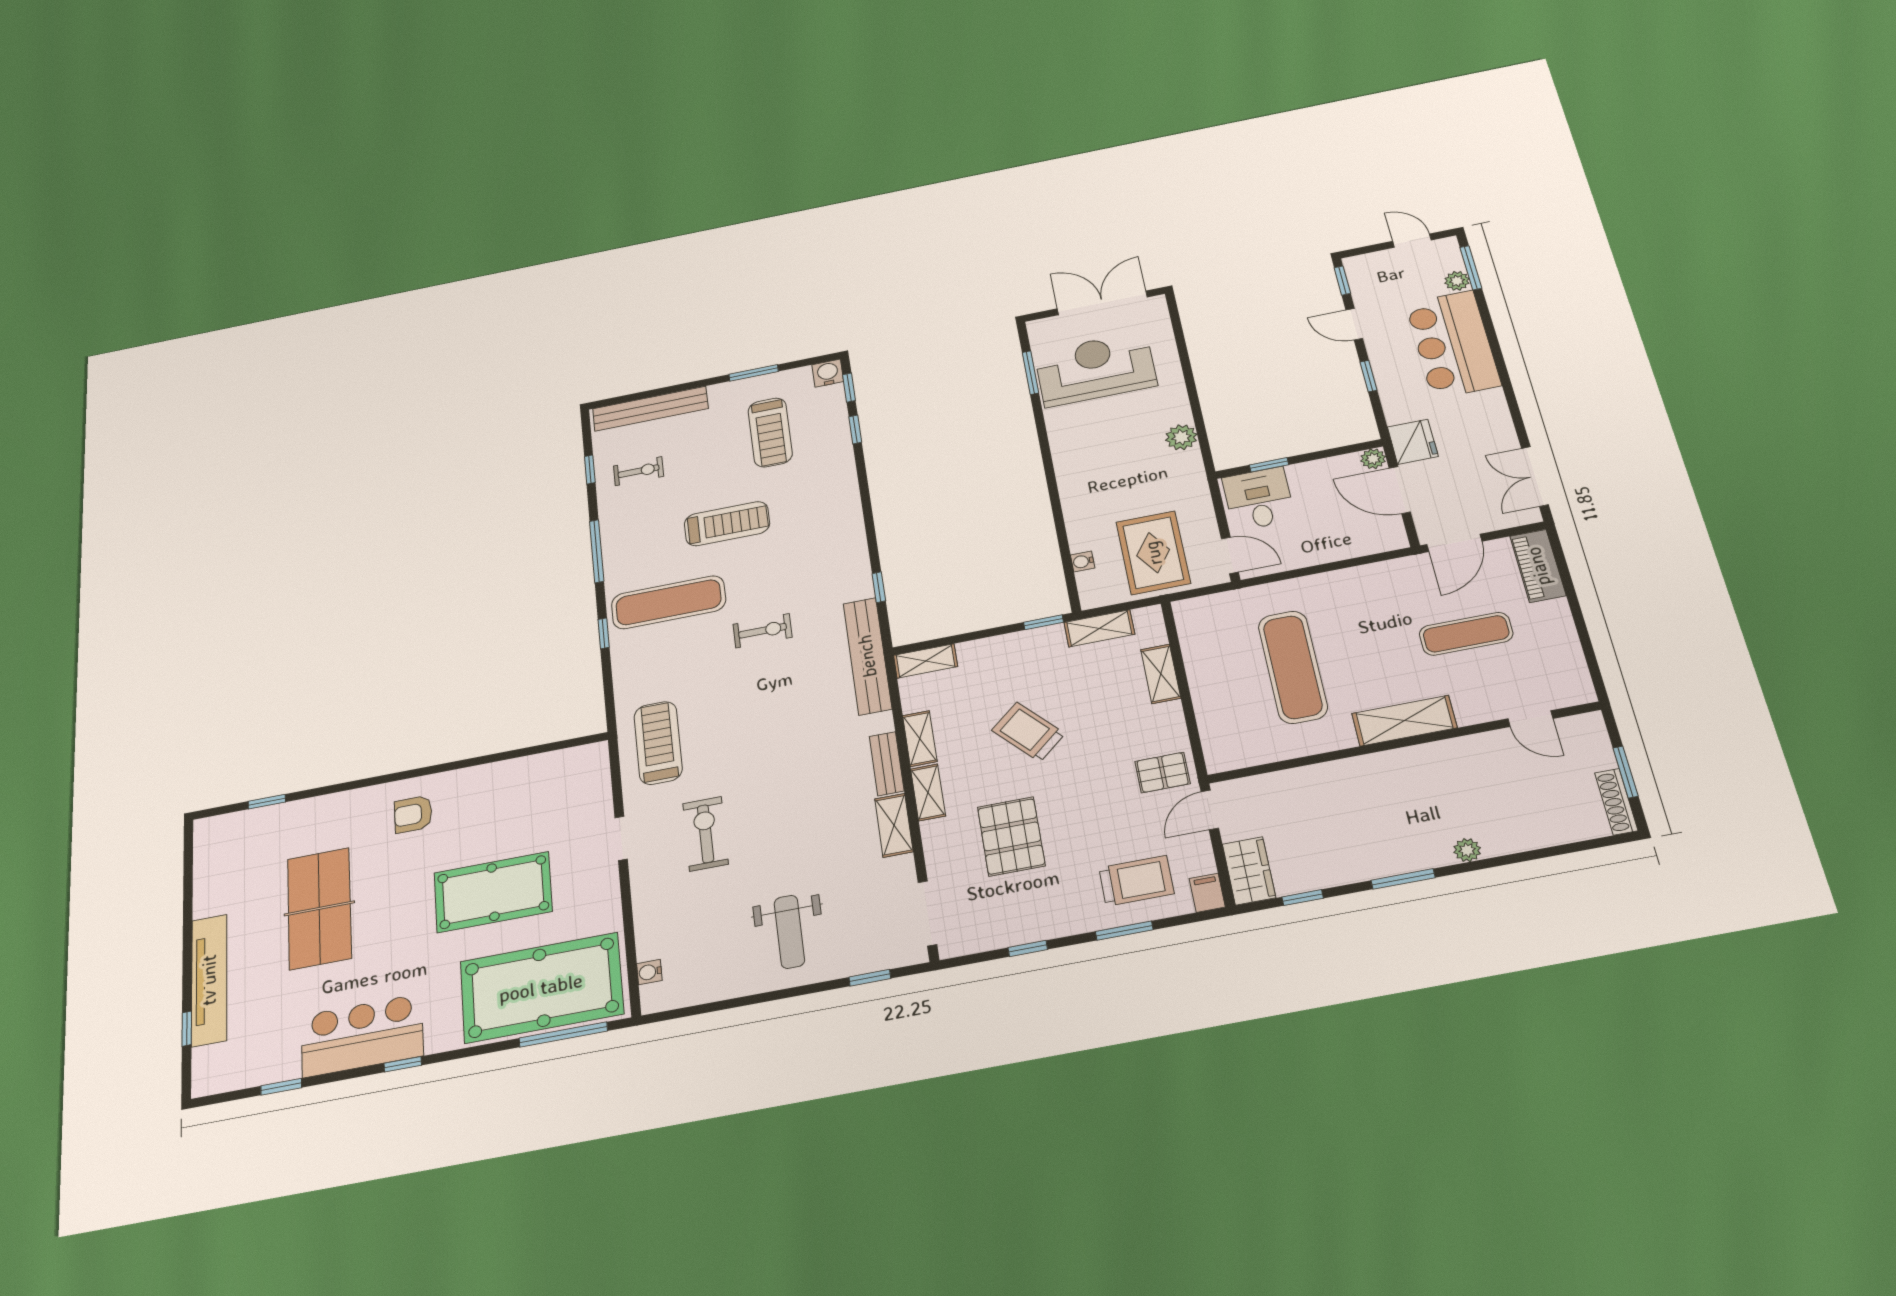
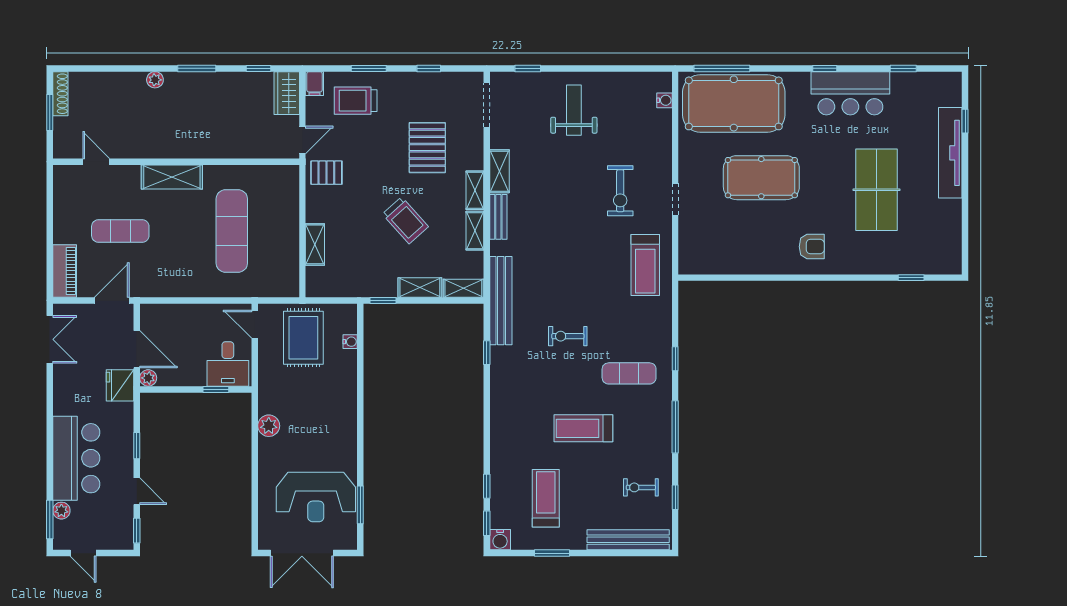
exercise mat: (668, 602) -> (629, 373), width x0.73, depth x0.69
shelving: (1099, 628) -> (420, 287), moved

